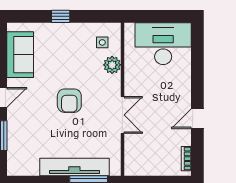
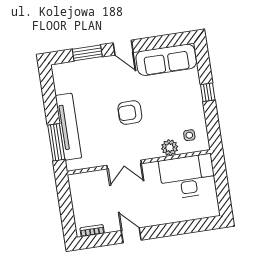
desk: (163, 44) -> (188, 177), moved, turned -90
sofa: (20, 55) -> (166, 60), width x1.36

